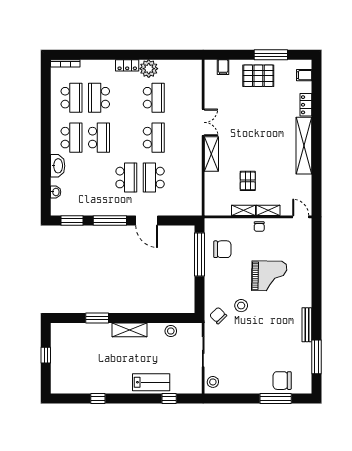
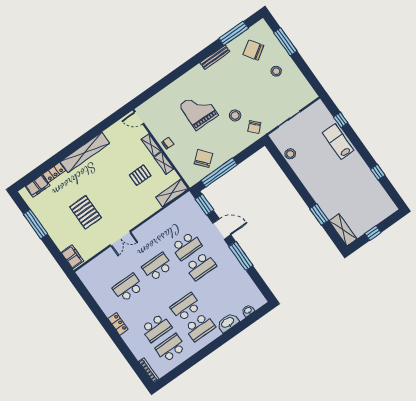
filing cabinet: (223, 67) -> (72, 257), width x2.00
plant: (149, 69) -> (109, 306), removed
filing cabinet: (304, 75) -> (37, 186), width x2.00
pallet: (258, 76) -> (86, 212), moved
double door: (203, 122) -> (120, 238), swing flipped
school desk: (72, 138) -> (200, 327), turned 180
shelving: (211, 154) -> (172, 193), moved
school desk: (126, 178) -> (201, 266), turned 180
door: (301, 217) -> (139, 118), hinge flipped
window: (72, 221) -> (204, 205), moved
door: (147, 221) -> (222, 229), hinge flipped
chair: (222, 249) -> (203, 158), turned 50
shelving: (130, 330) -> (343, 230), moved
chair: (282, 381) -> (253, 50), moved, turned 147
stool: (213, 382) -> (276, 71), moved

